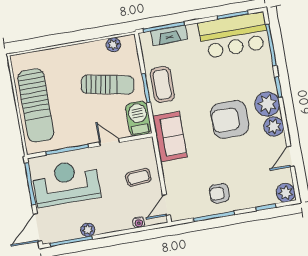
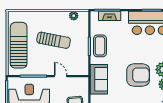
sun lounger: (108, 85) -> (54, 40), moved
sun lounger: (36, 105) -> (19, 45), turned 180
barbecue: (138, 118) -> (81, 64), removed
armchair: (230, 119) -> (138, 75), turned 180

